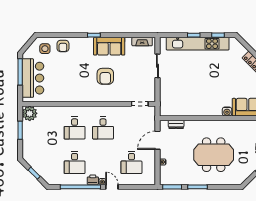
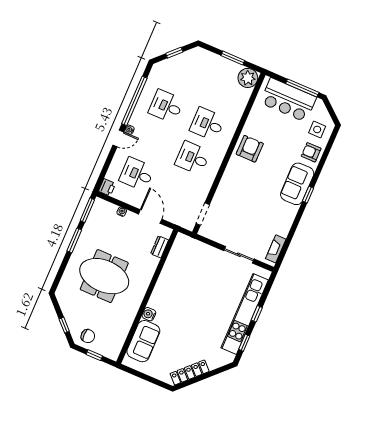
sofa: (109, 46) -> (297, 184), moved
armchair: (105, 76) -> (250, 149), moved, turned 90
meeting table: (214, 155) -> (104, 276), turned 90
printer: (93, 180) -> (107, 187), moved

